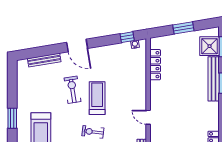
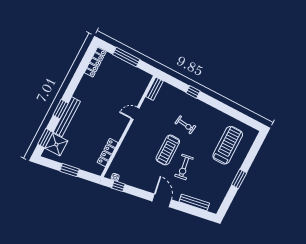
door: (148, 117) -> (135, 113), swing flipped
window: (12, 118) -> (239, 179), moved

